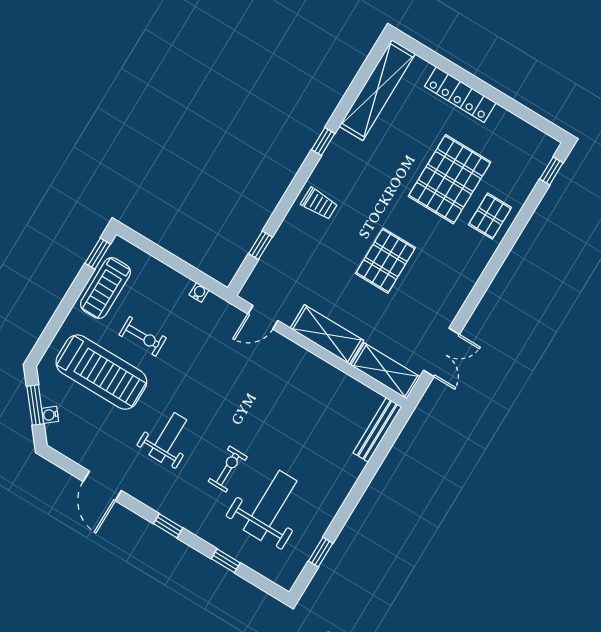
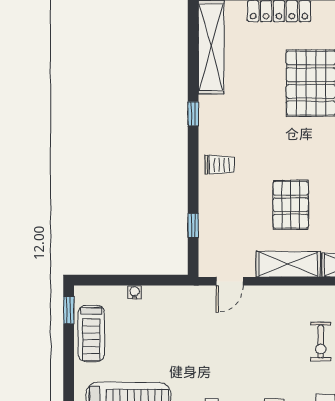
pallet: (385, 261) -> (291, 205), moved
water cooler: (199, 292) -> (135, 292), moved
exercise bike: (143, 336) -> (321, 342), moved, turned 91

